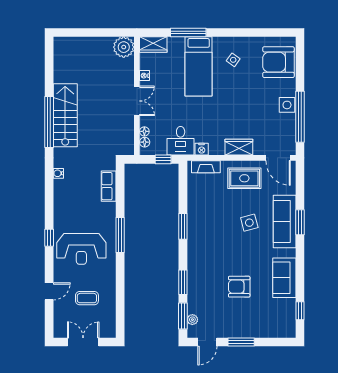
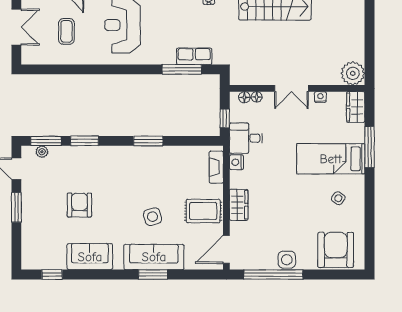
rug: (244, 178) -> (203, 211), turned 90
window: (120, 235) -> (182, 69), moved

